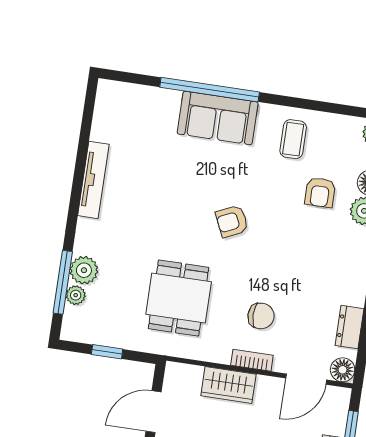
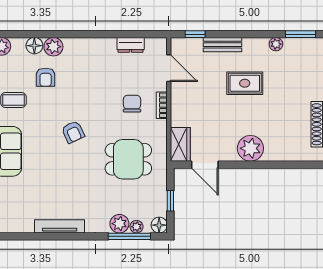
armchair: (320, 192) -> (46, 77), turned 90
floor lamp: (343, 370) -> (159, 225), moved
wardrobe: (228, 385) -> (180, 144), moved

